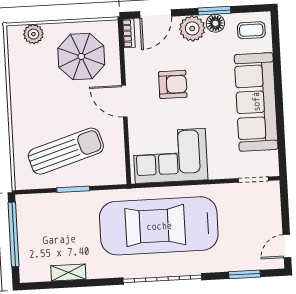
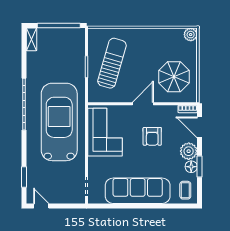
plant: (33, 34) -> (191, 35), moved
sun lounger: (66, 151) -> (112, 63), turned -147
shelving: (68, 273) -> (32, 39), moved
garage door: (162, 279) -> (24, 104), moved

